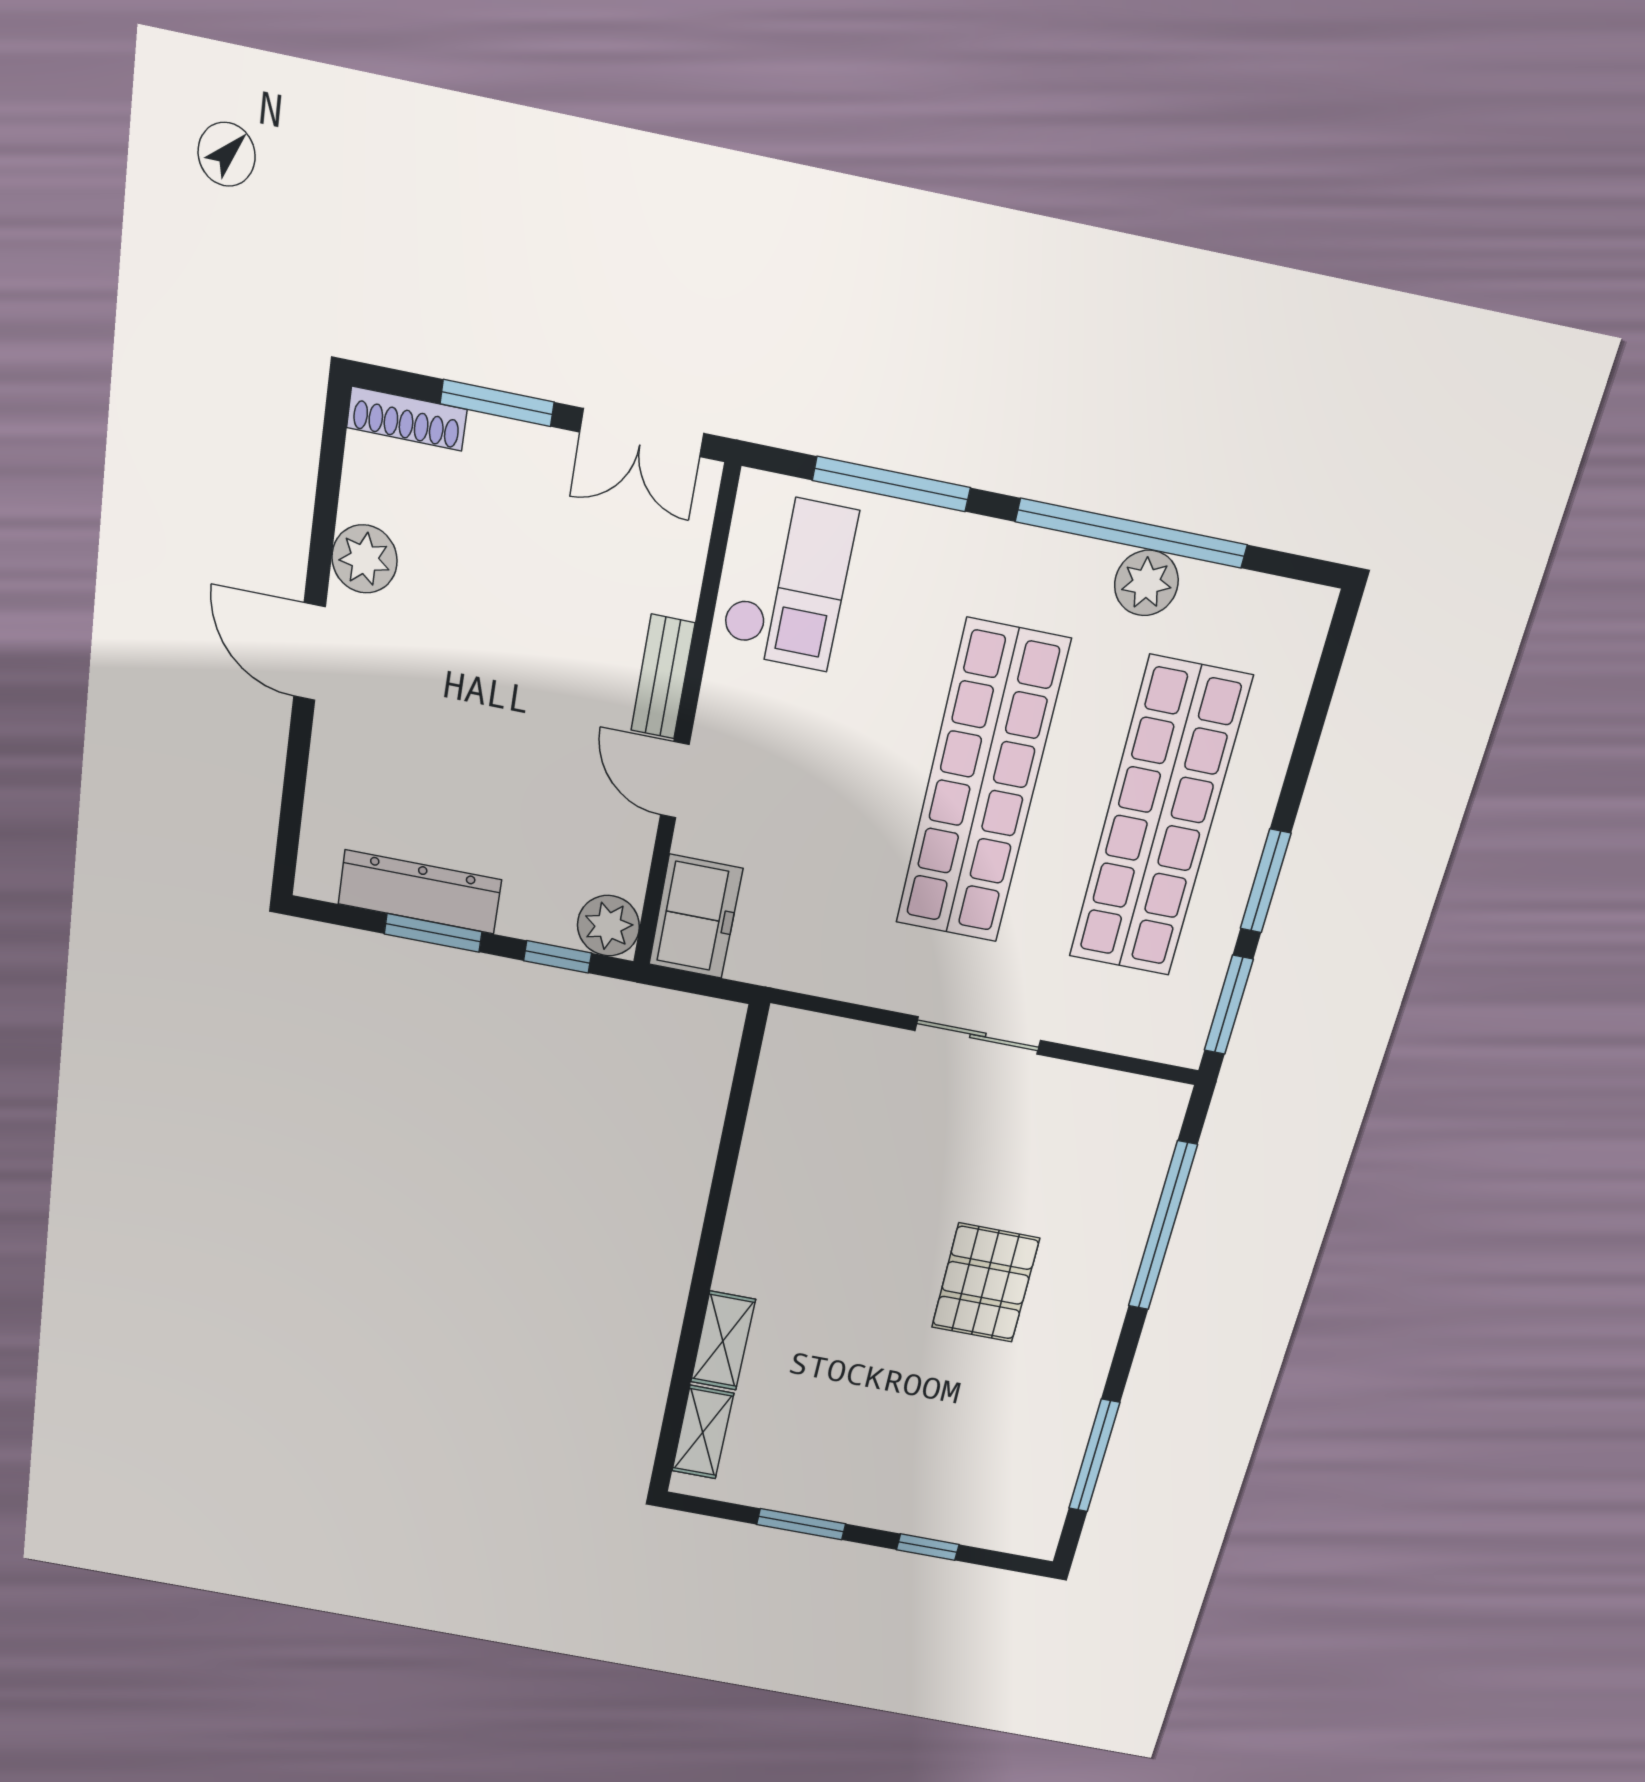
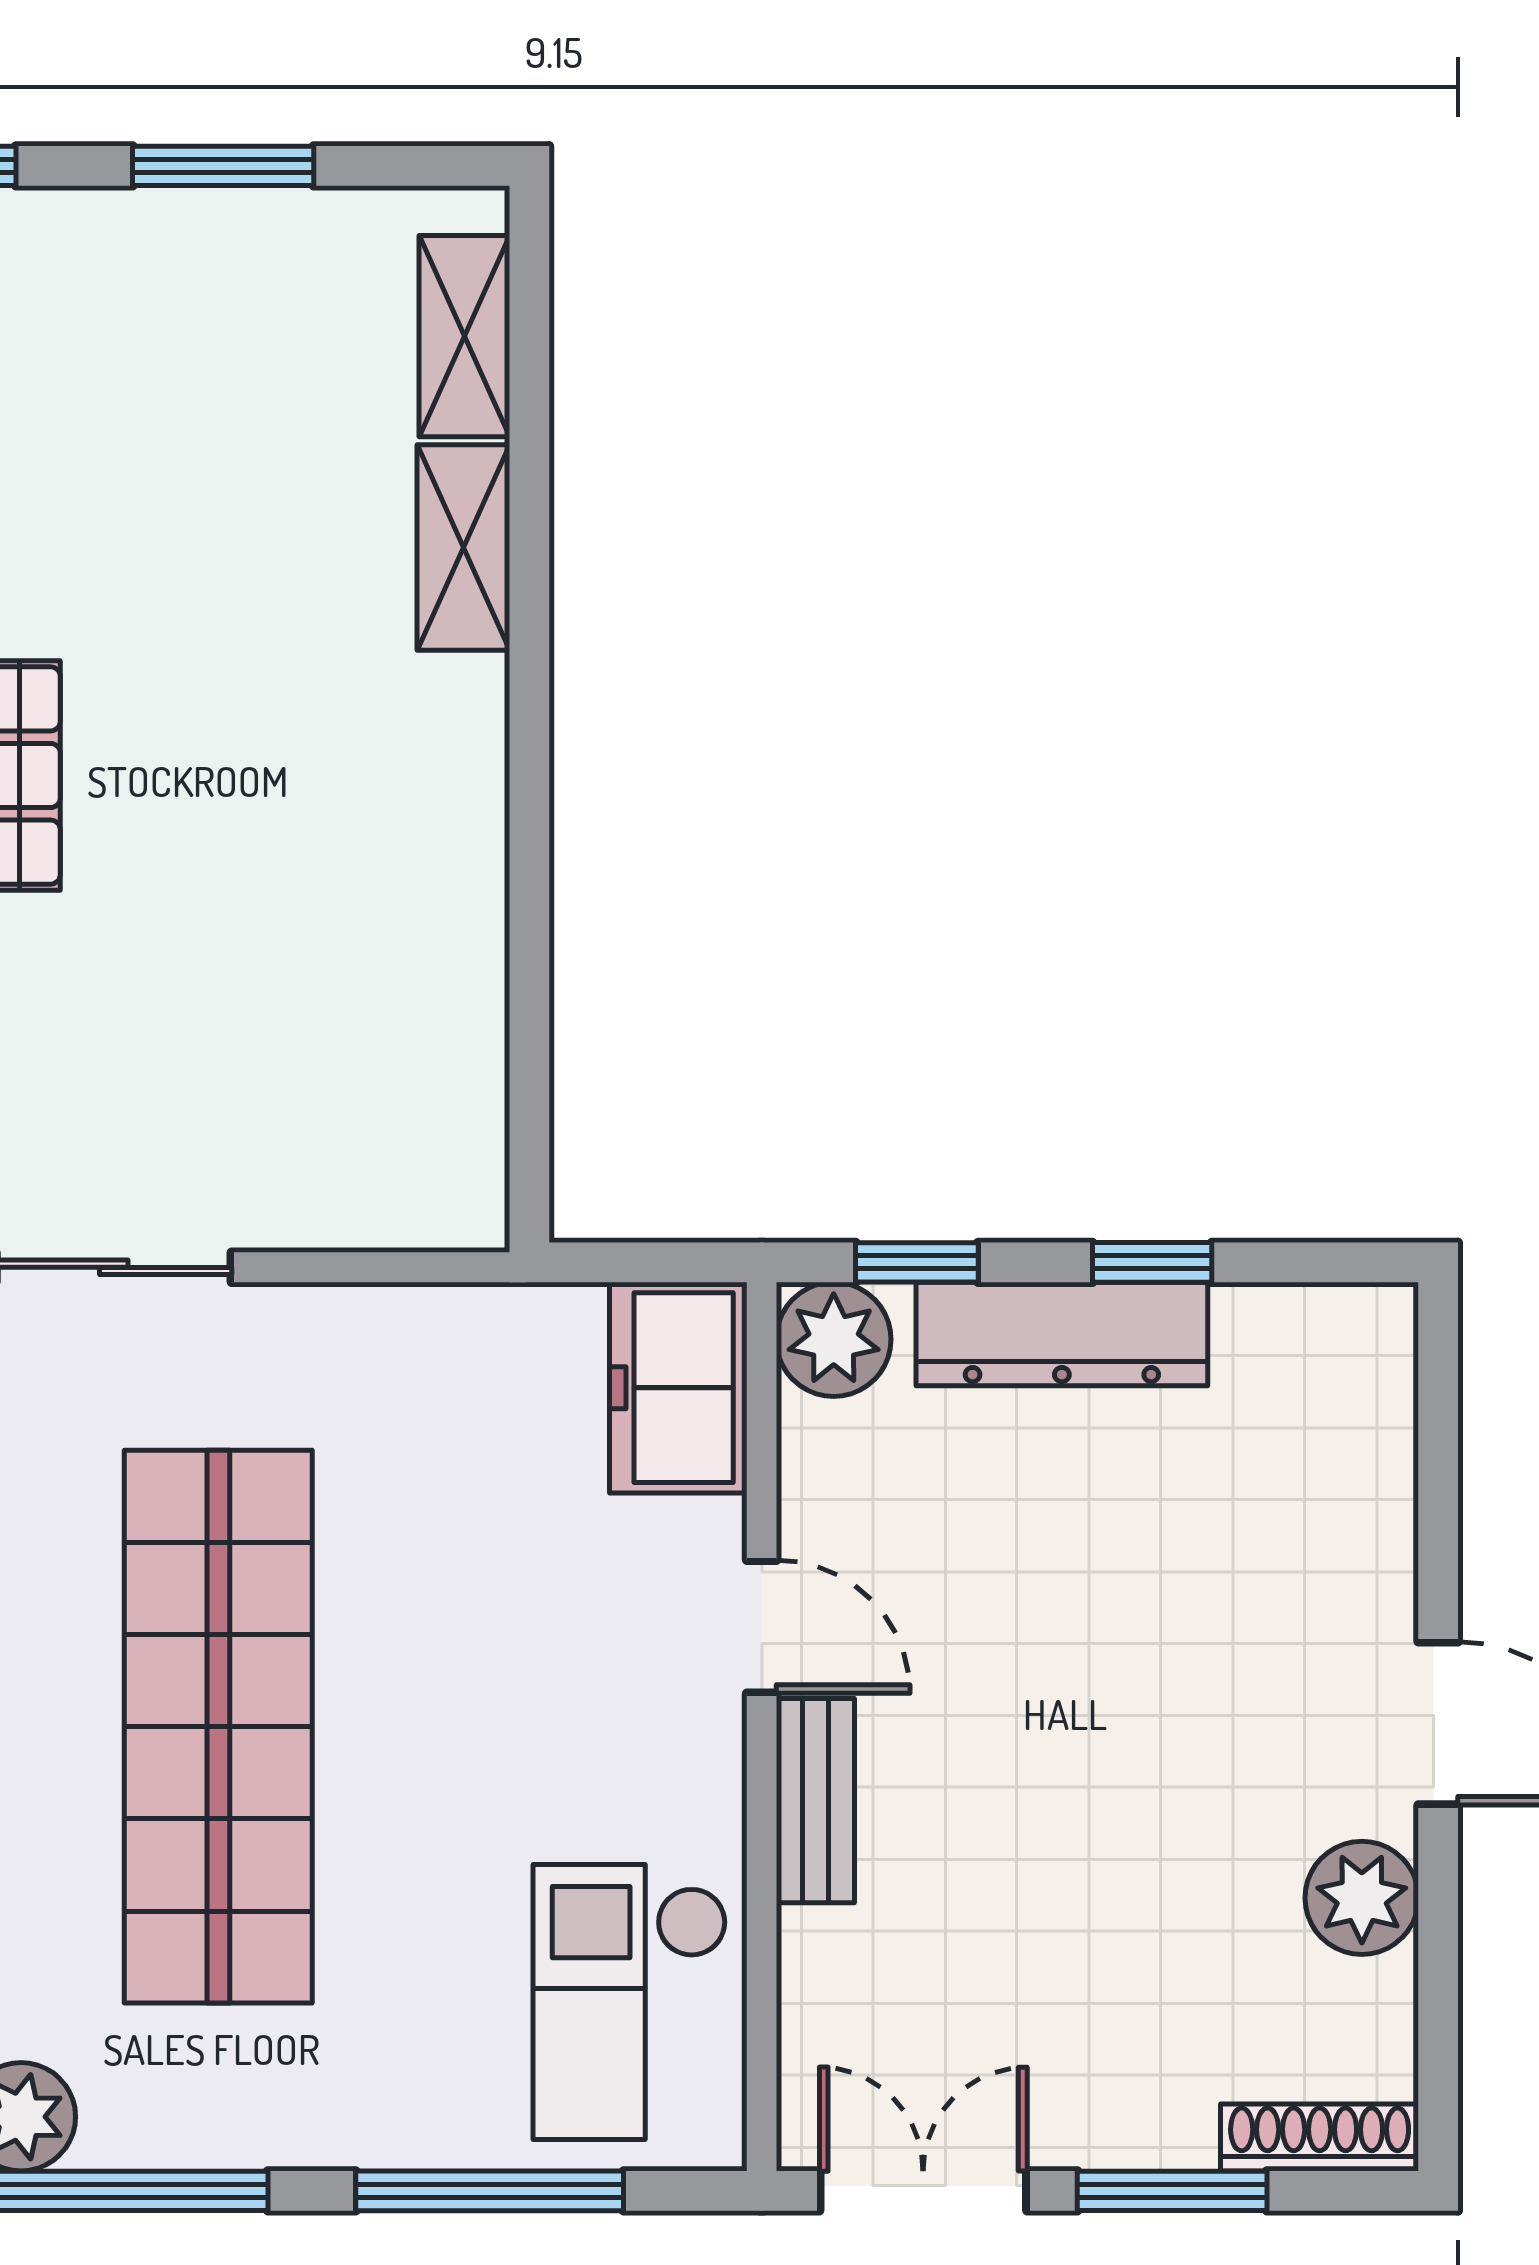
dresser: (420, 892) -> (1062, 1334), moved
window: (433, 933) -> (1152, 1262), width x0.67

